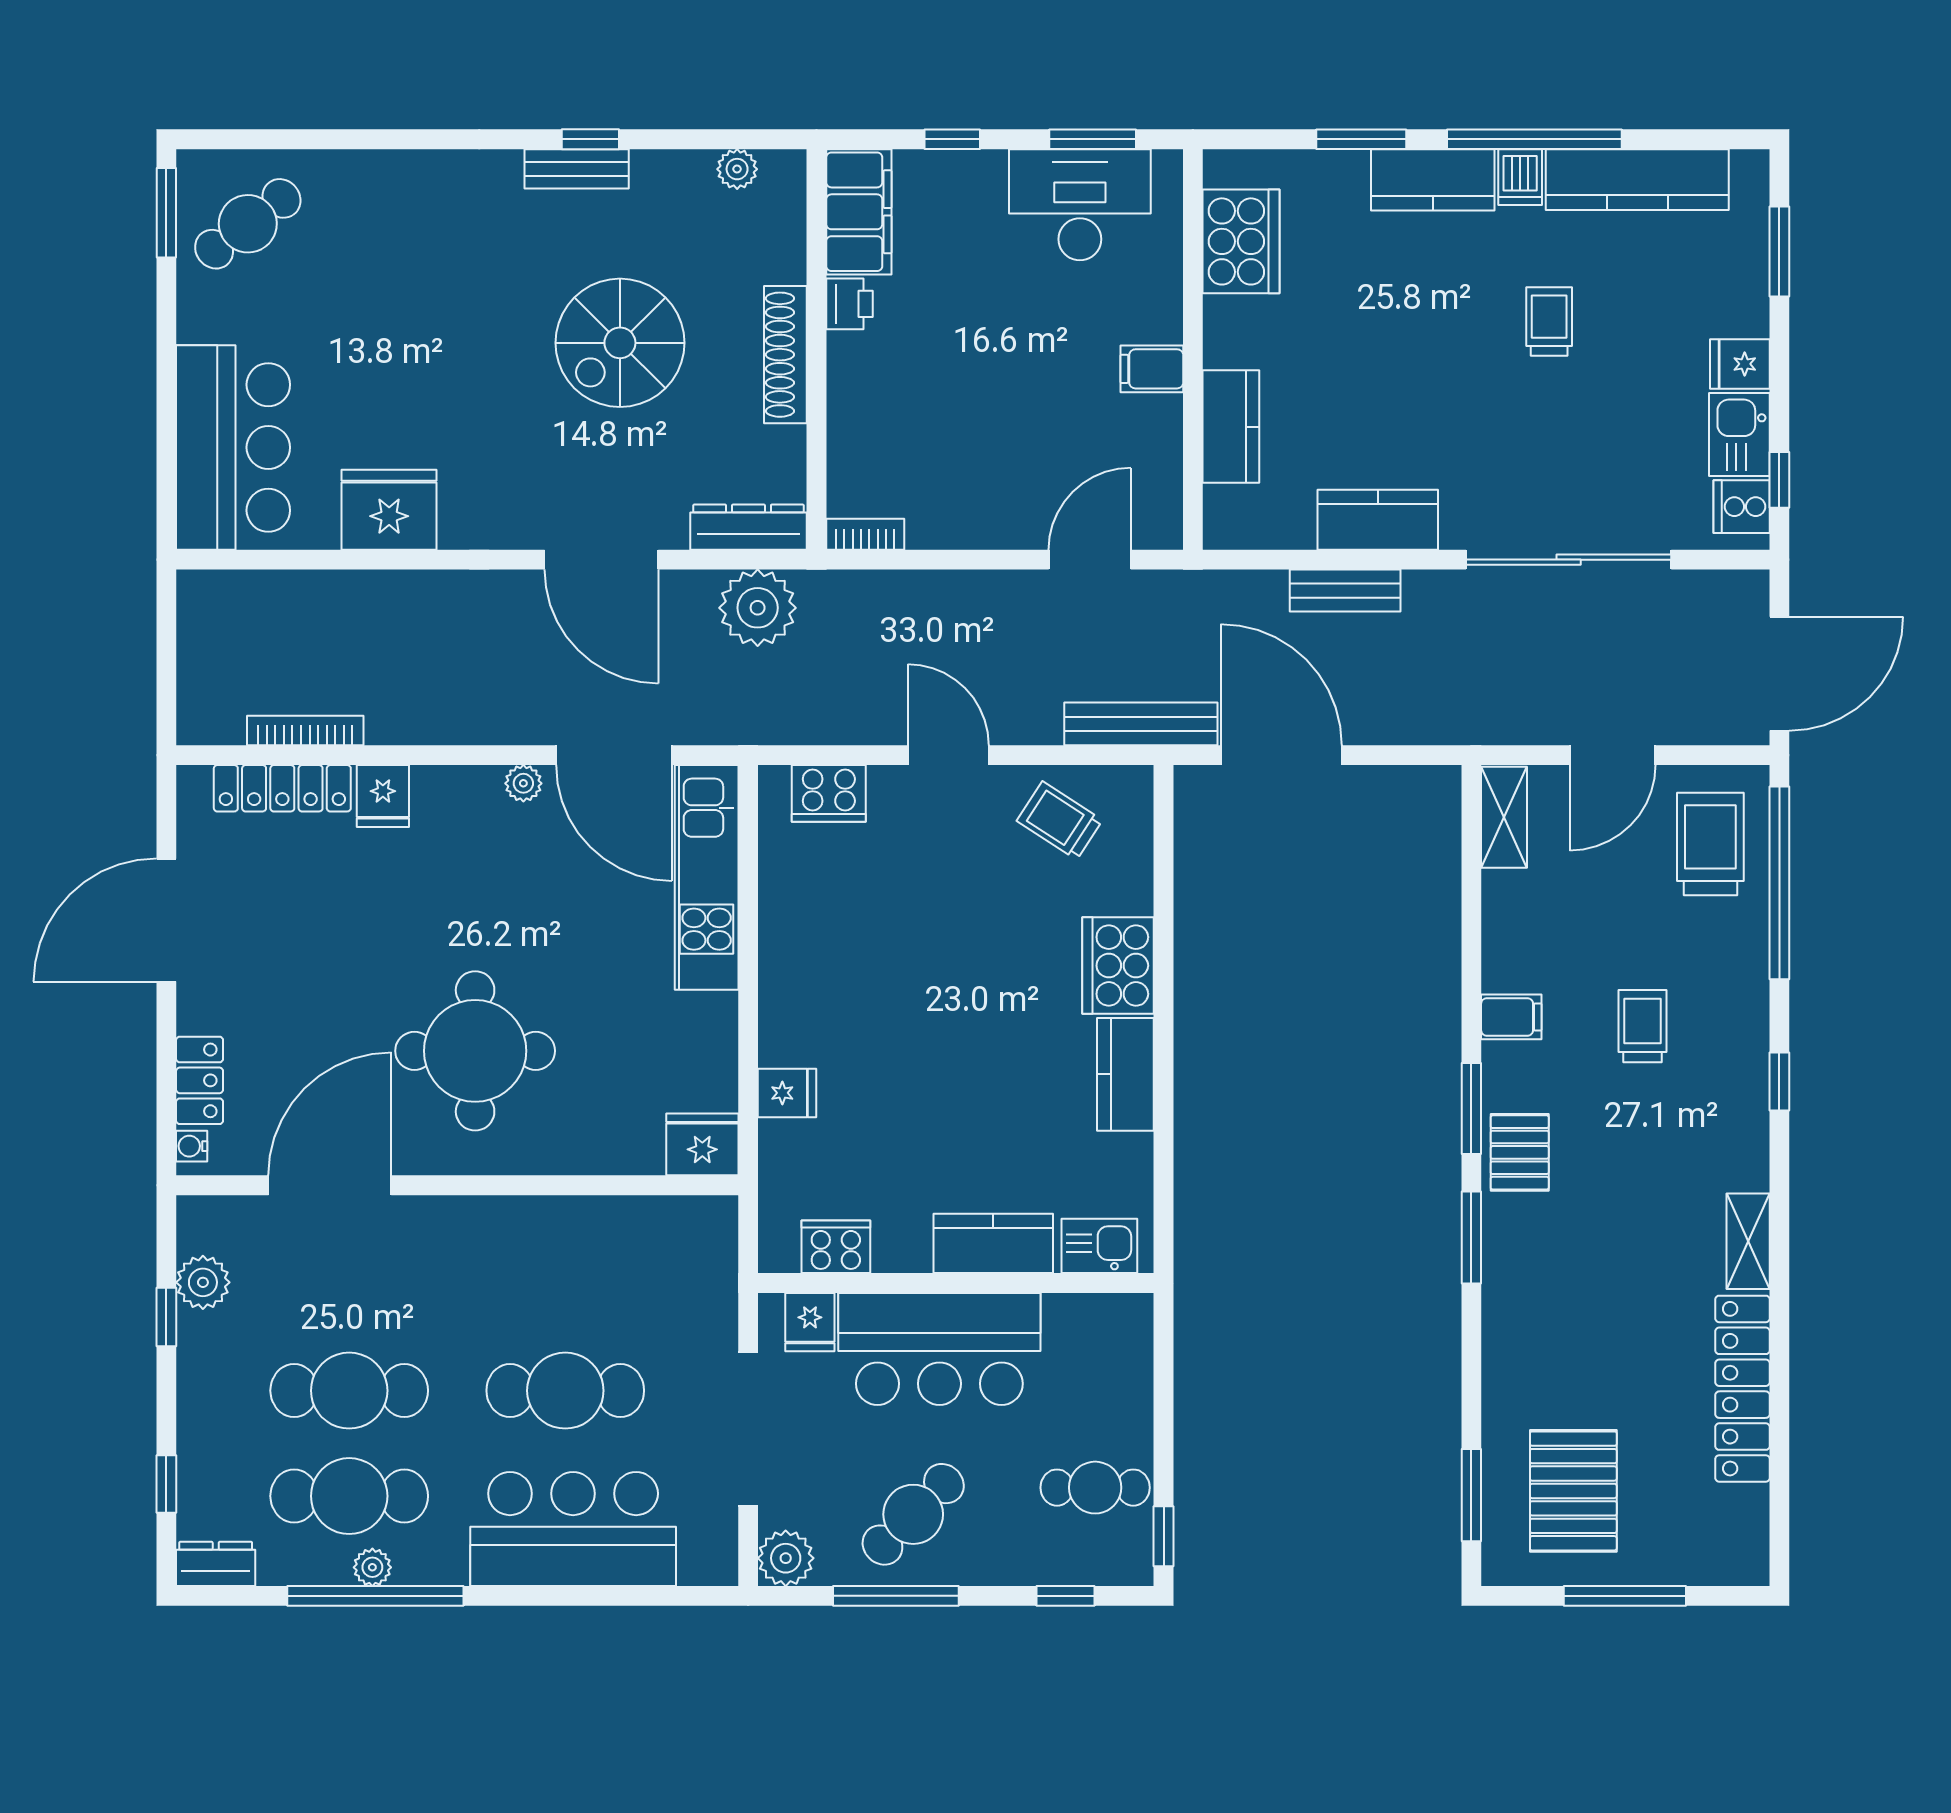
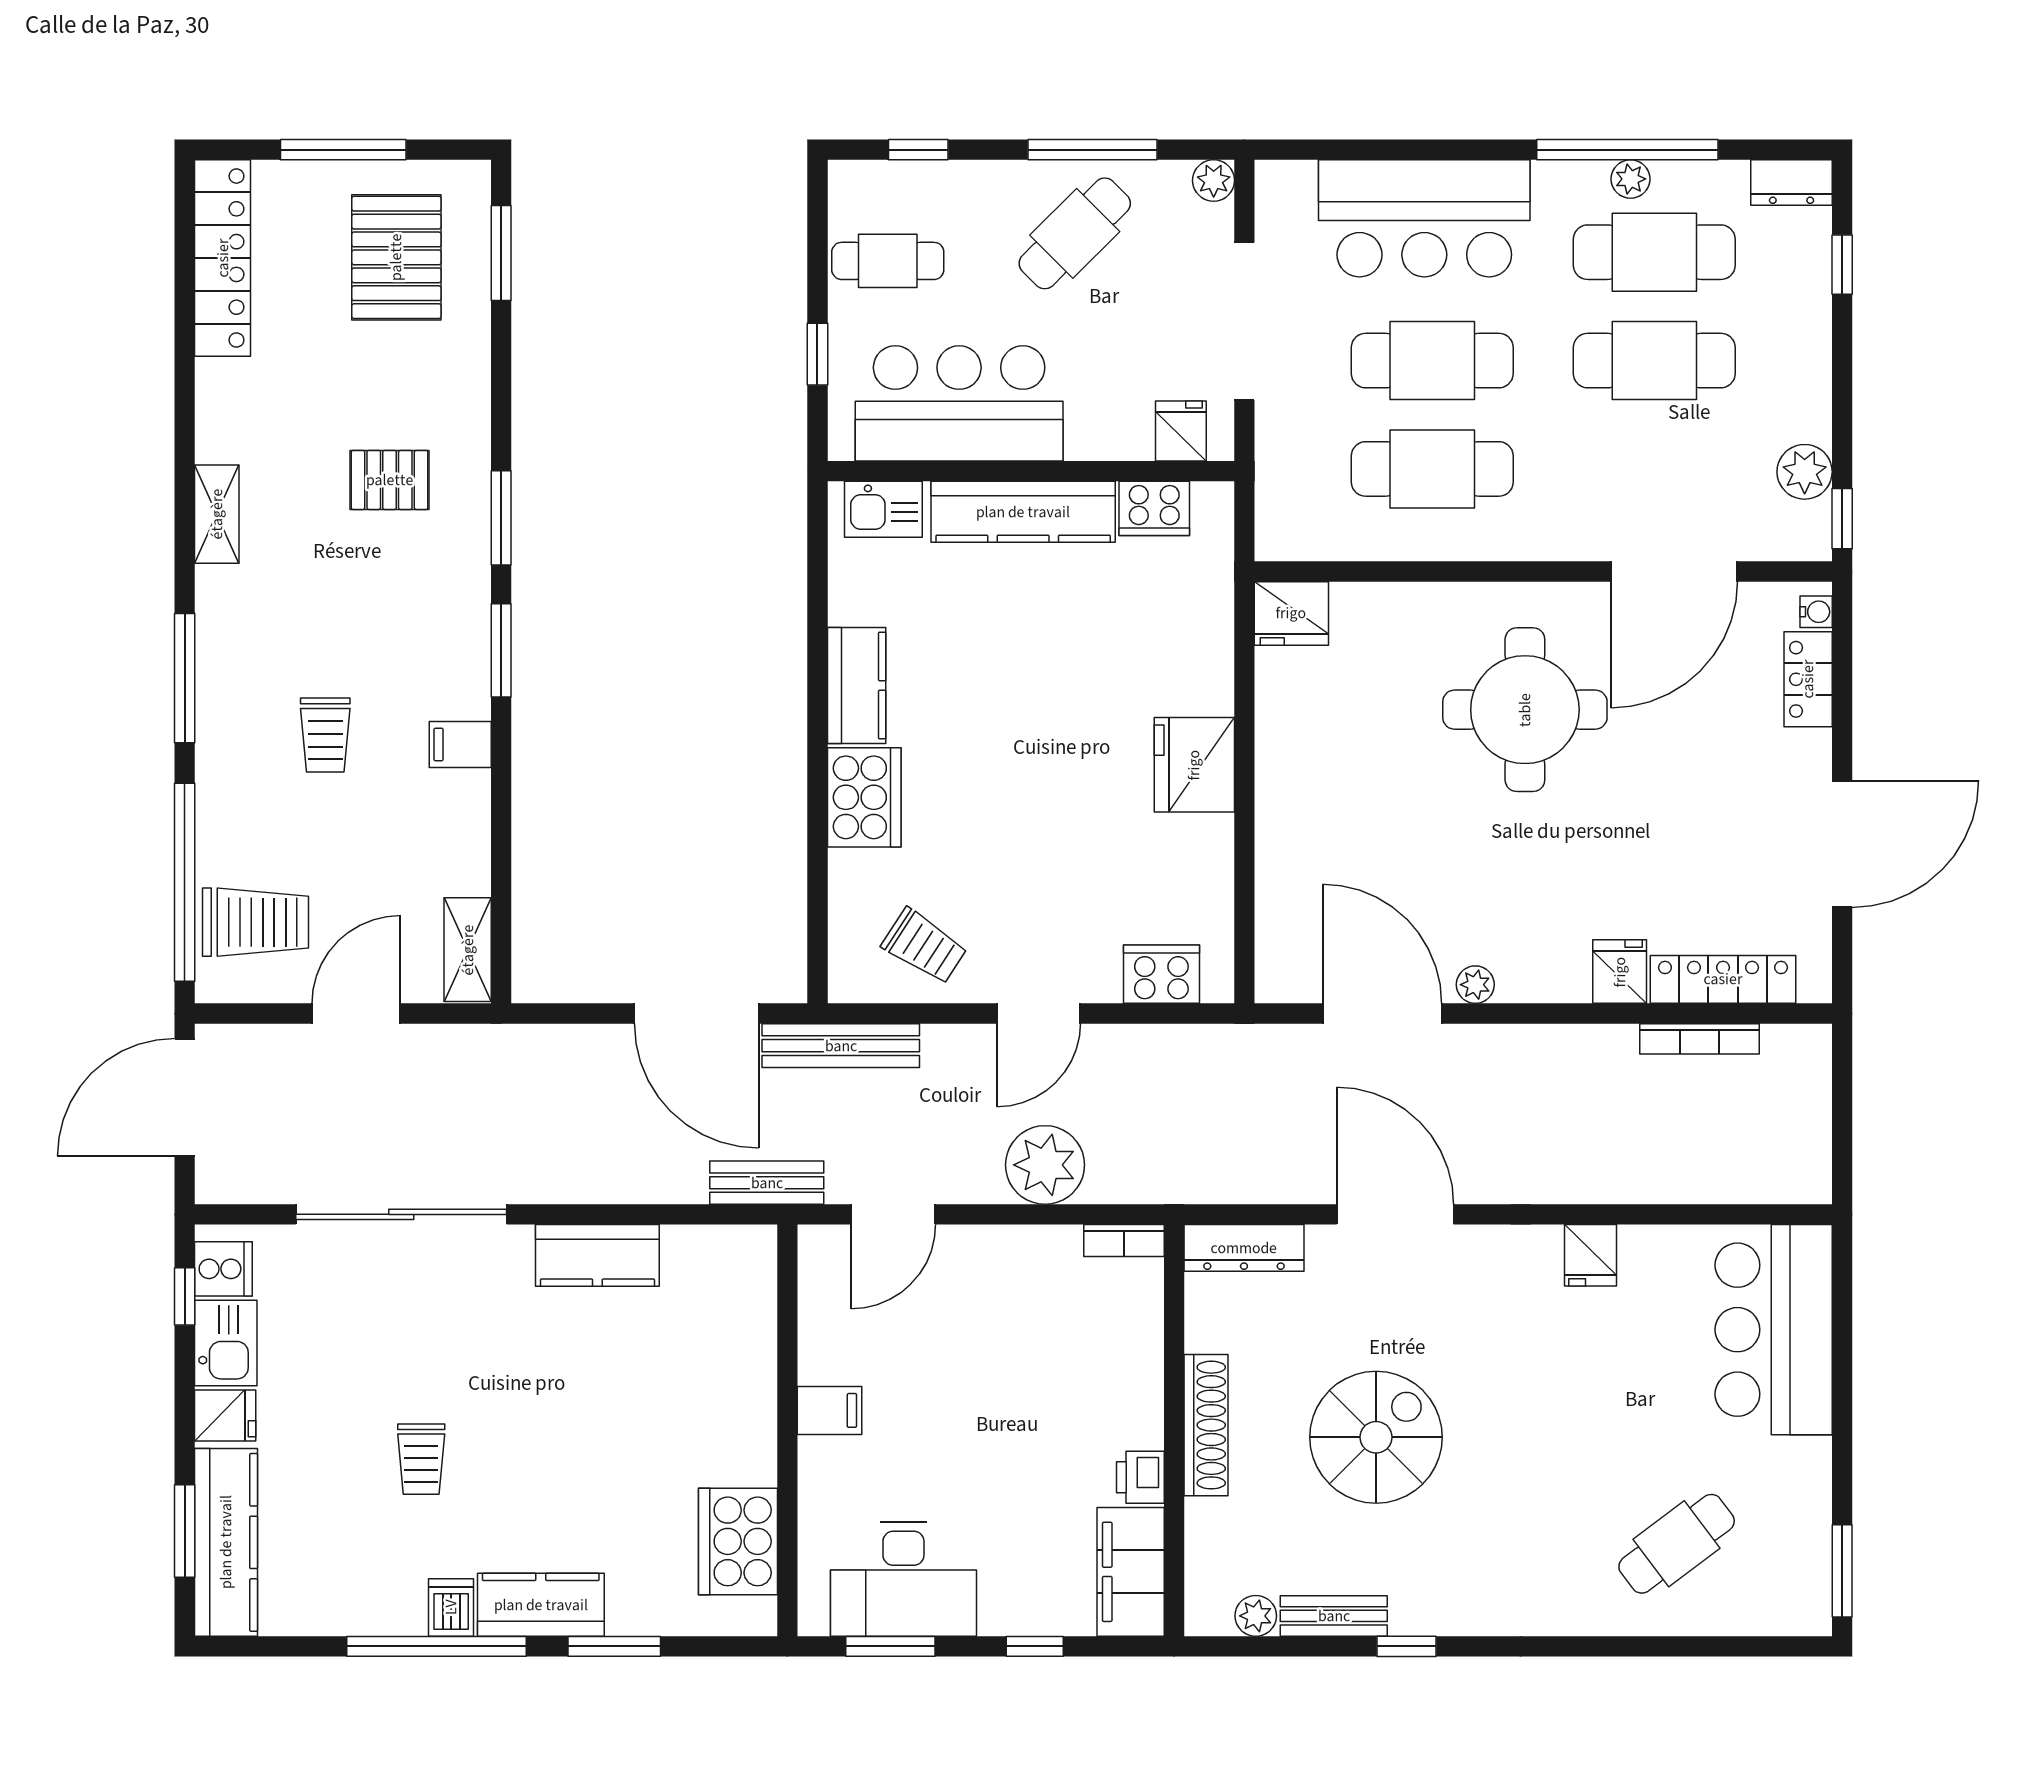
bench: (577, 169) -> (1334, 1616), moved
kitchen counter: (1637, 180) -> (226, 1542), moved, turned 90
cafe table: (248, 224) -> (1677, 1544), moved
kitchen counter: (1231, 427) -> (748, 1351), removed
fridge: (389, 510) -> (1590, 1255), width x0.53, depth x0.75
bench: (1345, 591) -> (767, 1183), moved
plant: (758, 608) -> (1045, 1165), moved
door: (948, 755) -> (1039, 1014), hinge flipped
trolley: (1710, 844) -> (255, 922), turned -90
kitchen unit: (707, 877) -> (1287, 888), removed
window: (1779, 1081) -> (185, 678), width x2.17
fridge: (787, 1093) -> (1194, 765), moved, width x1.88, depth x1.34
pallet: (1520, 1152) -> (390, 480), moved, turned 90
kitchen counter: (993, 1243) -> (1023, 512), width x1.50
cafe table: (565, 1285) -> (1432, 469), added
window: (166, 1317) -> (1842, 519), moved
bar counter: (939, 1349) -> (959, 403), moved
locker: (1743, 1389) -> (223, 258), moved
window: (1164, 1536) -> (817, 354), moved
plant: (786, 1558) -> (1214, 180), width x0.73, depth x0.73

